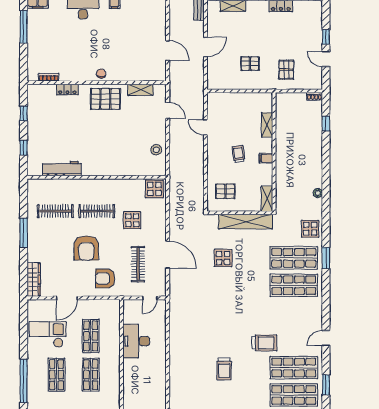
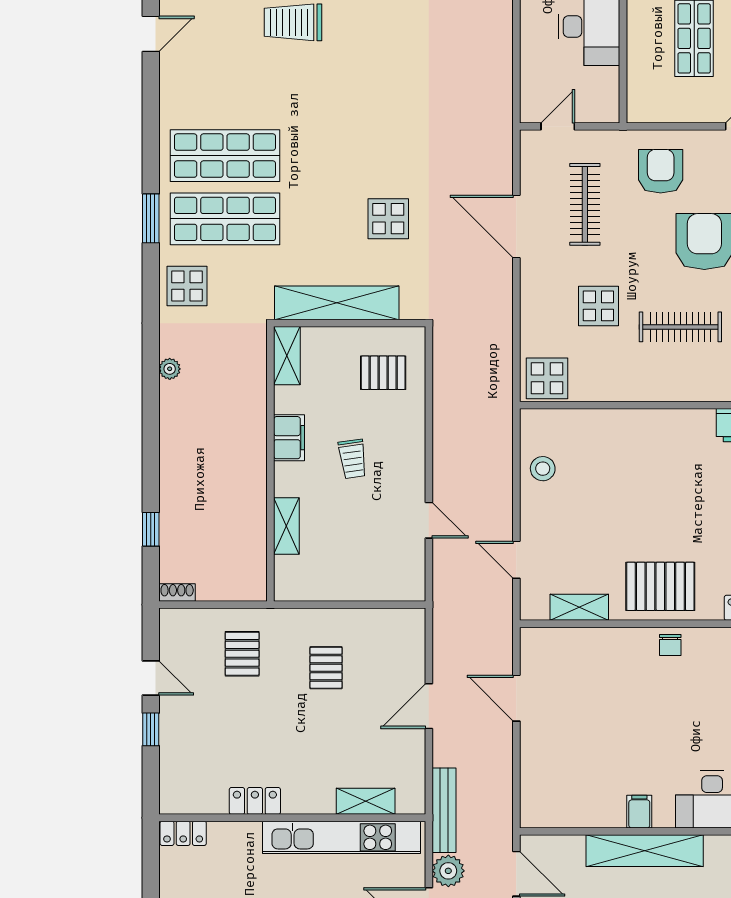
pallet: (250, 64) -> (326, 668), turned 90
filing cabinet: (266, 158) -> (289, 438), width x2.00
armchair: (105, 278) -> (661, 171), turned -90

